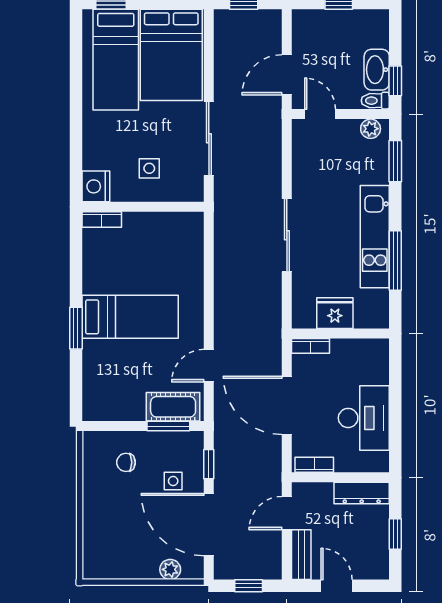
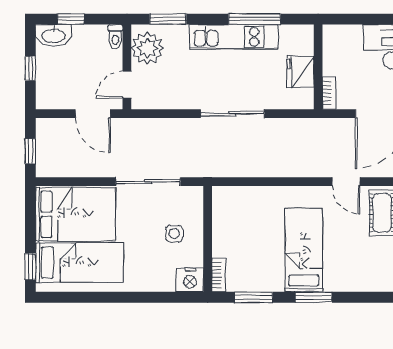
washbasin: (377, 70) -> (54, 35), moved
window: (395, 81) -> (71, 19), moved
plant: (371, 129) -> (147, 48), width x1.88, depth x1.88
window: (76, 259) -> (253, 297), added

